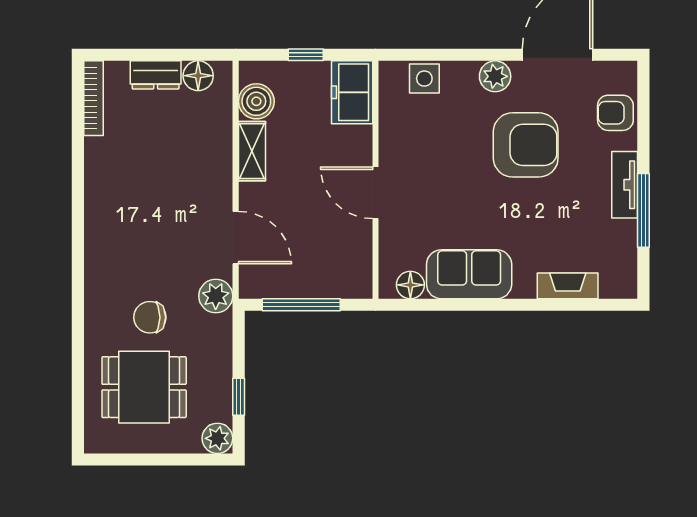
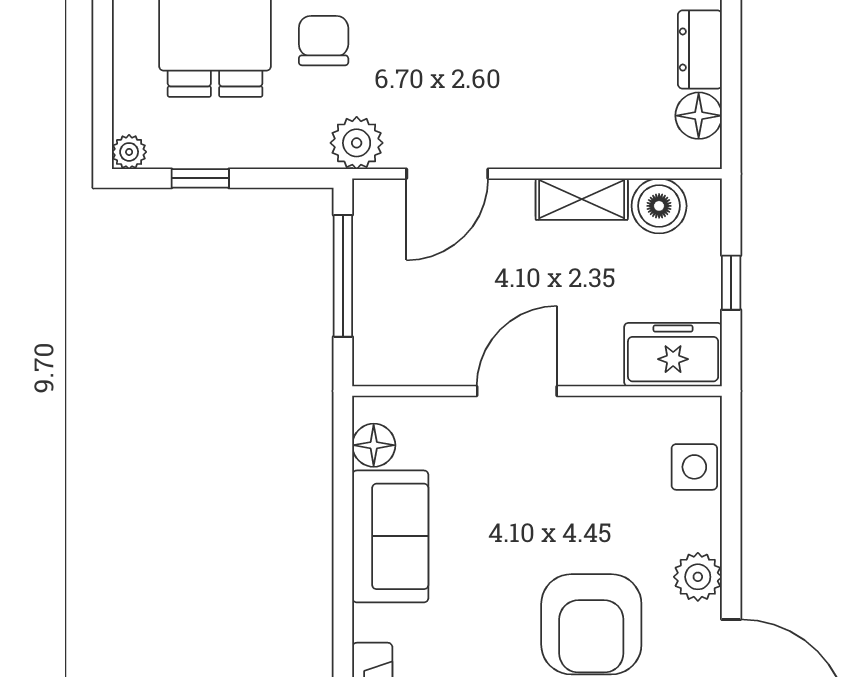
plant: (217, 438) -> (129, 152), width x0.73, depth x0.73

